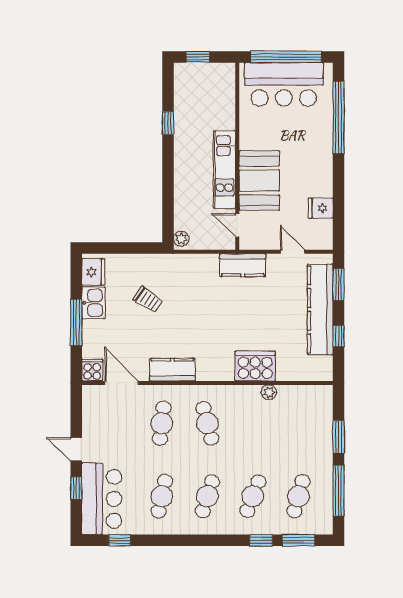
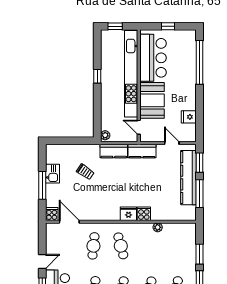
window: (286, 57) -> (168, 26), width x0.32
bar counter: (284, 84) -> (153, 58), moved, turned -90
window: (168, 123) -> (97, 76), moved
kitchen unit: (224, 170) -> (131, 74), width x1.86
fridge: (93, 272) -> (128, 214), moved, turned -90
window: (338, 336) -> (199, 194), width x2.17
cooker: (255, 366) -> (144, 214), width x0.53, depth x0.76
kitchen counter: (172, 370) -> (114, 151), moved, turned 180
door: (76, 449) -> (42, 261), swing flipped

